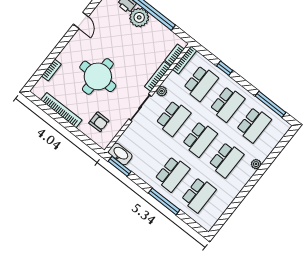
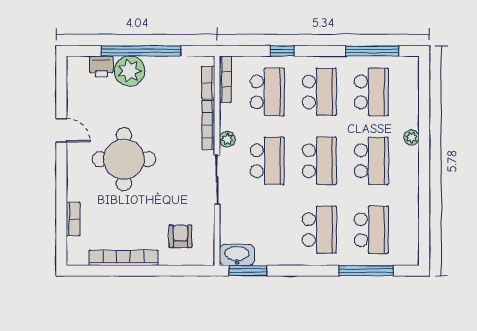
round table: (98, 76) -> (124, 159), moved
armchair: (99, 122) -> (180, 236), turned -90
window: (164, 201) -> (366, 271), moved

